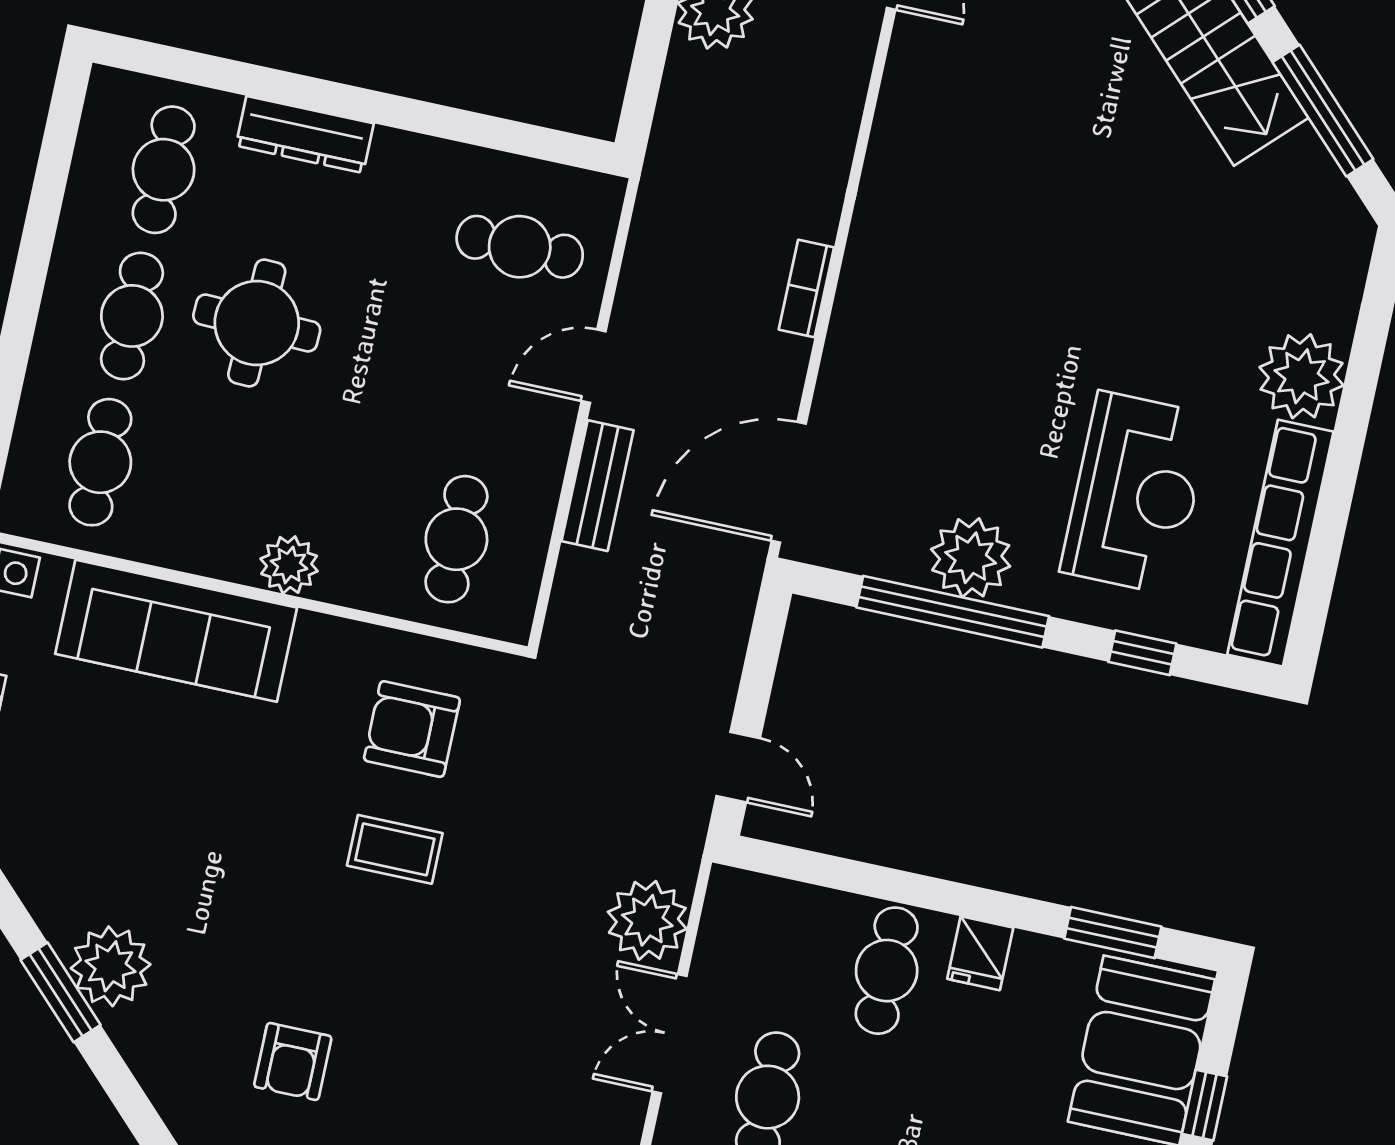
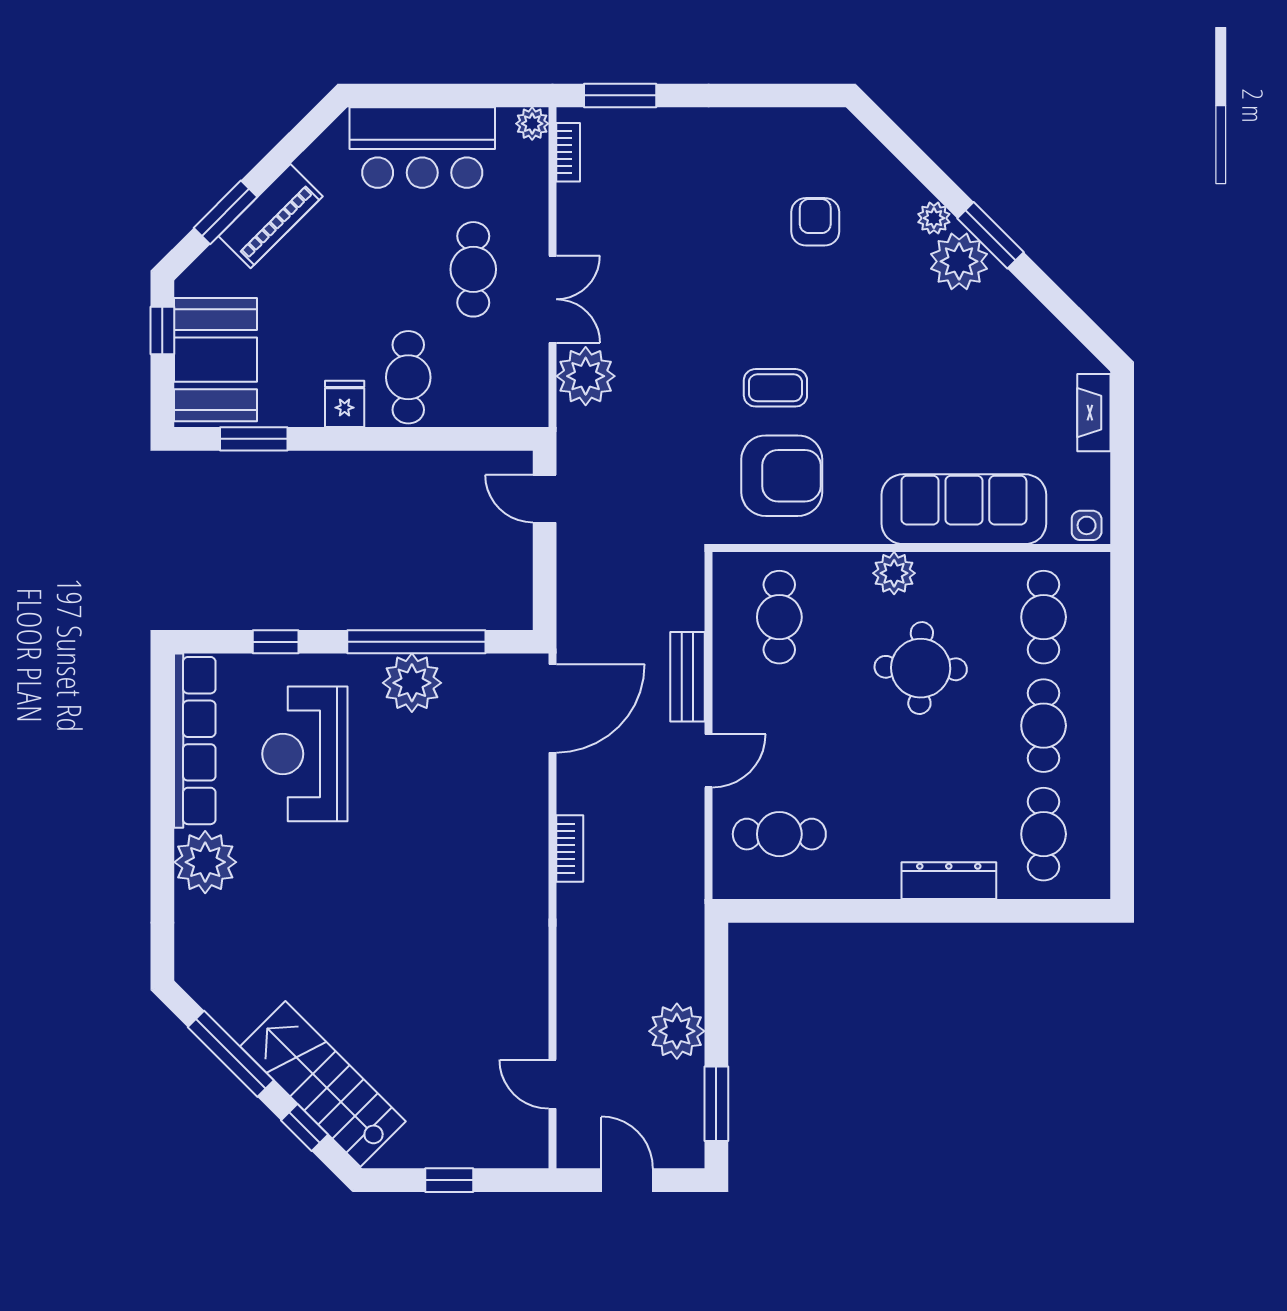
round table: (257, 323) -> (921, 668), moved
armchair: (412, 729) -> (782, 476), width x1.36, depth x1.36
plant: (132, 1032) -> (934, 218), added

